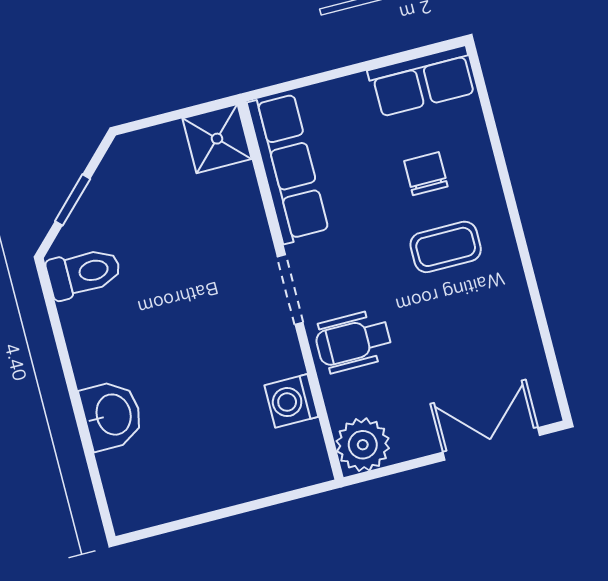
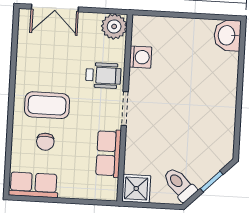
row of seats: (288, 168) -> (108, 153), width x0.68
coffee table: (446, 247) -> (47, 105), width x1.36, depth x1.30
toilet: (84, 273) -> (179, 184), moved, turned 45
washbasin: (112, 415) -> (227, 35), moved

